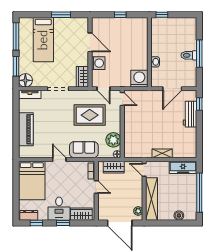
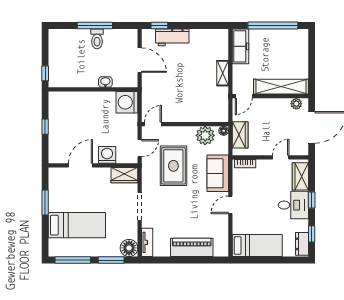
bed: (32, 180) -> (257, 245), width x0.67
door: (96, 187) -> (281, 157), moved
boiler: (179, 216) -> (302, 52), removed

